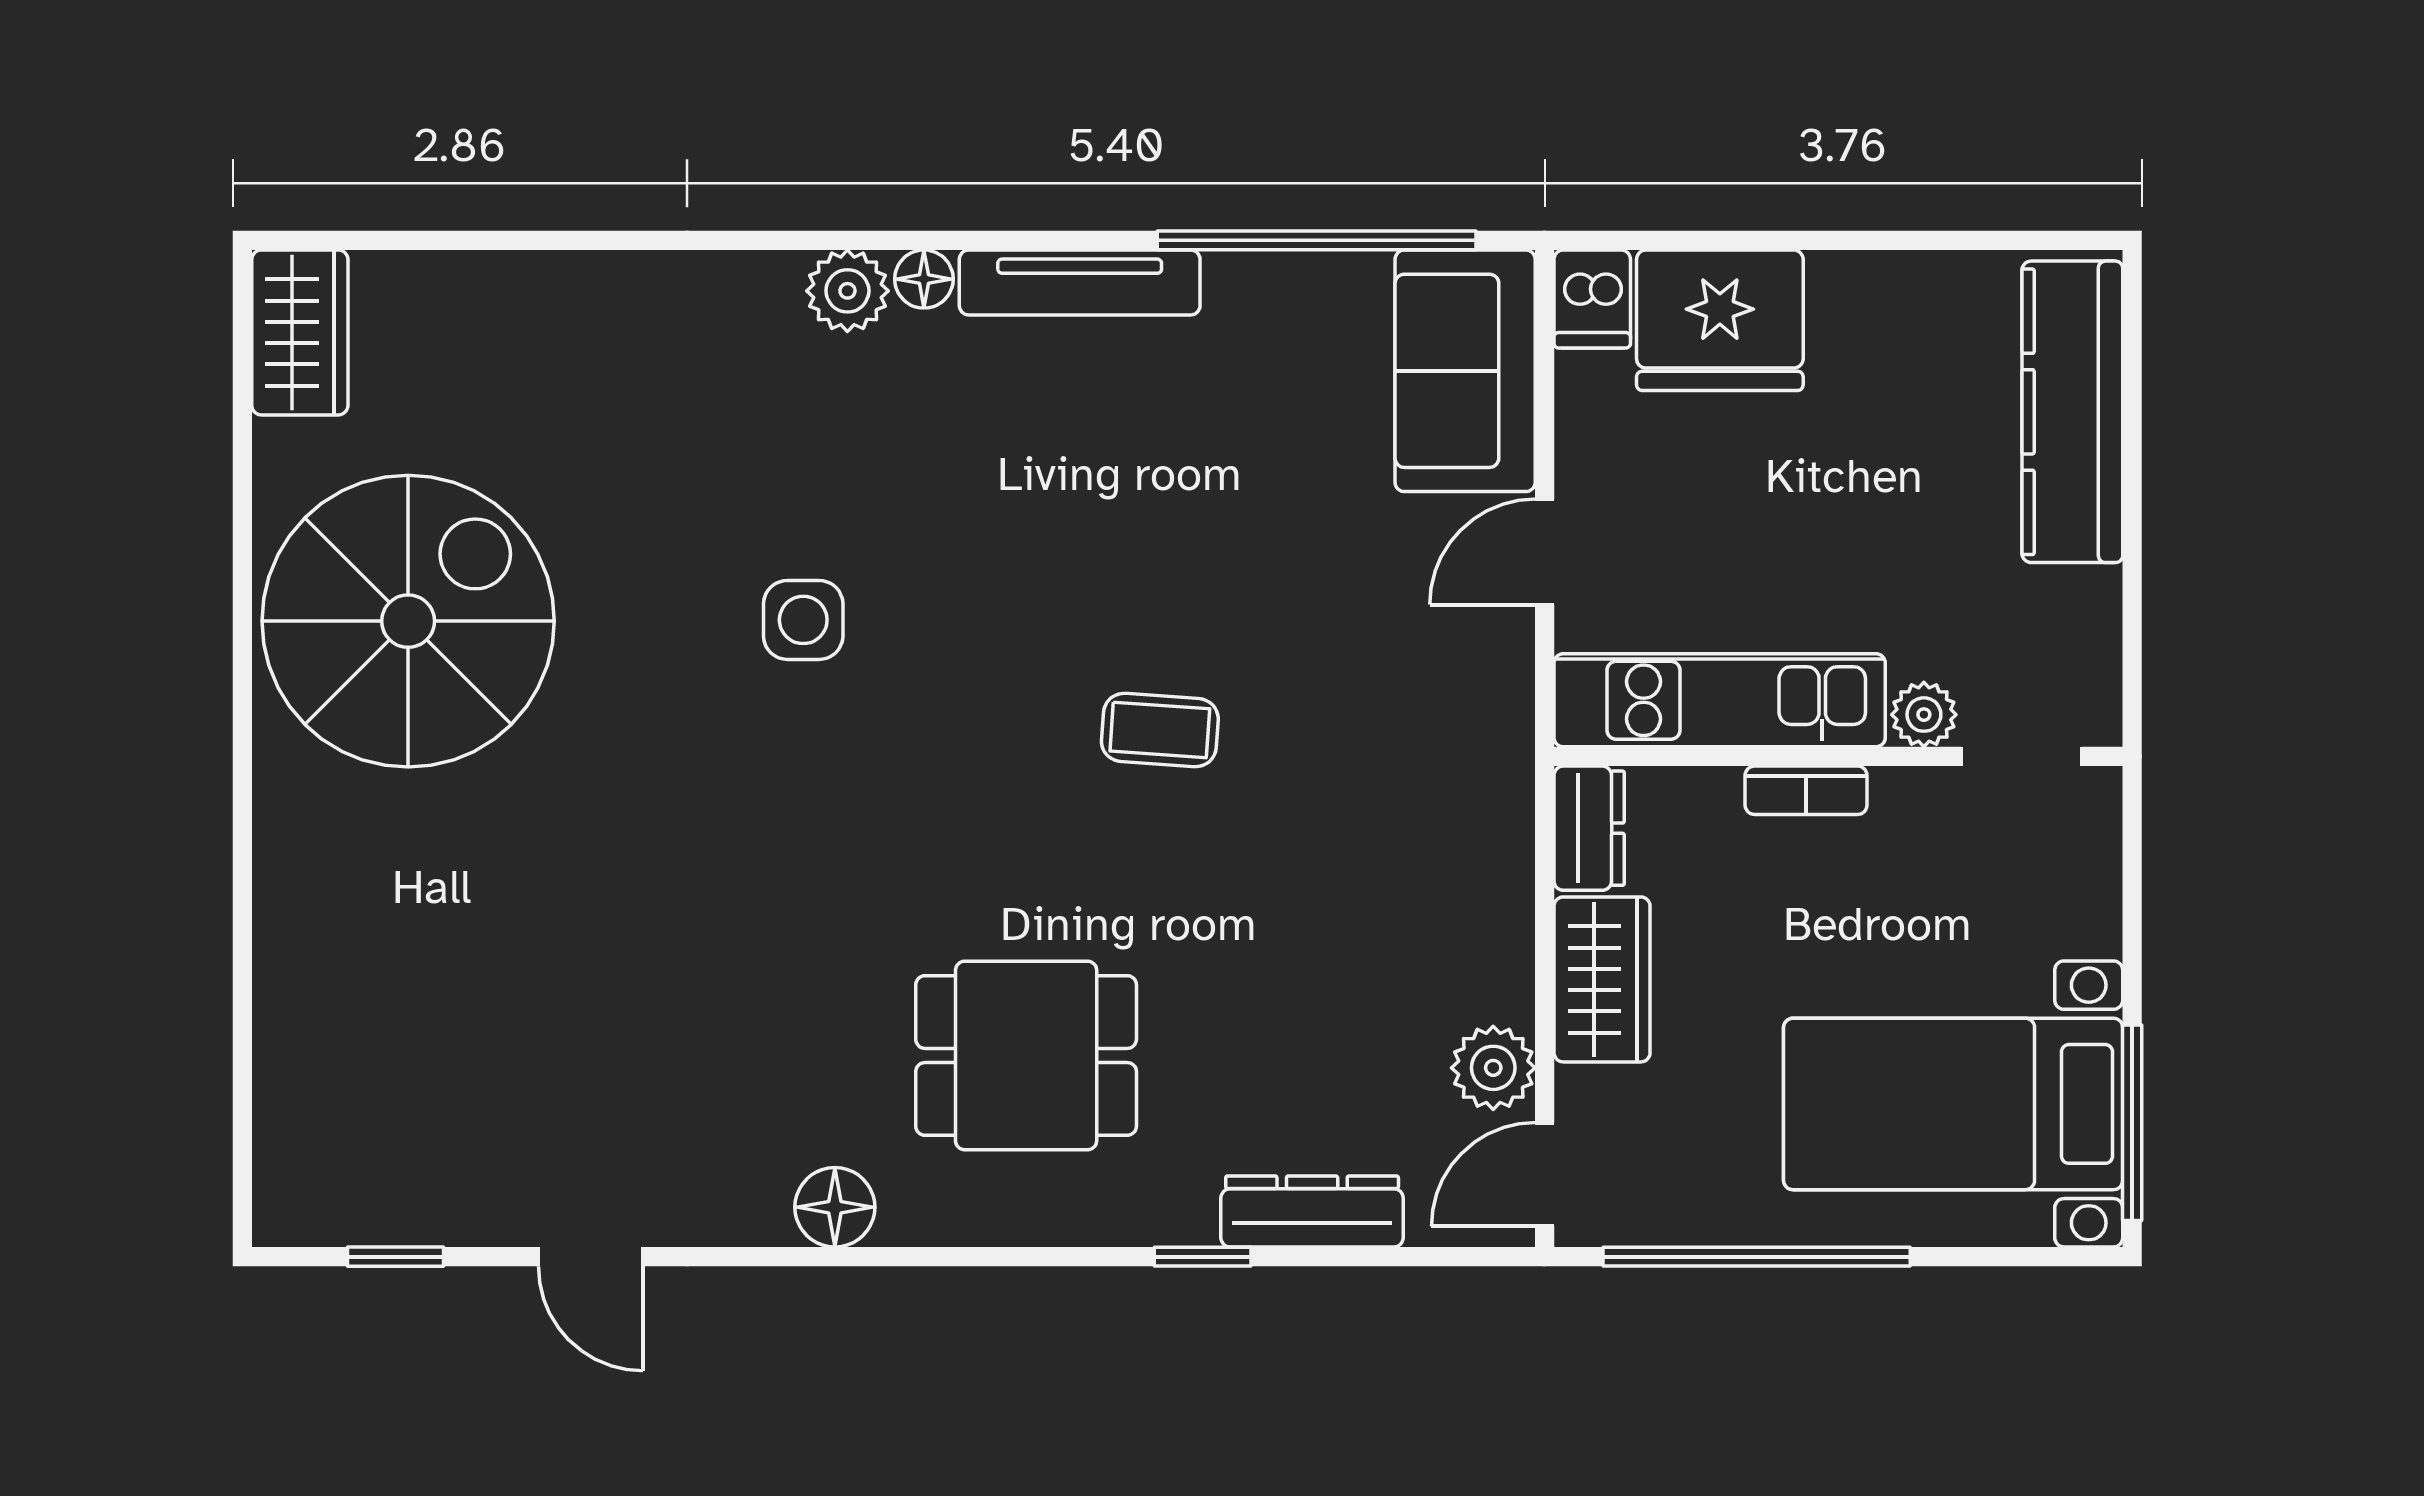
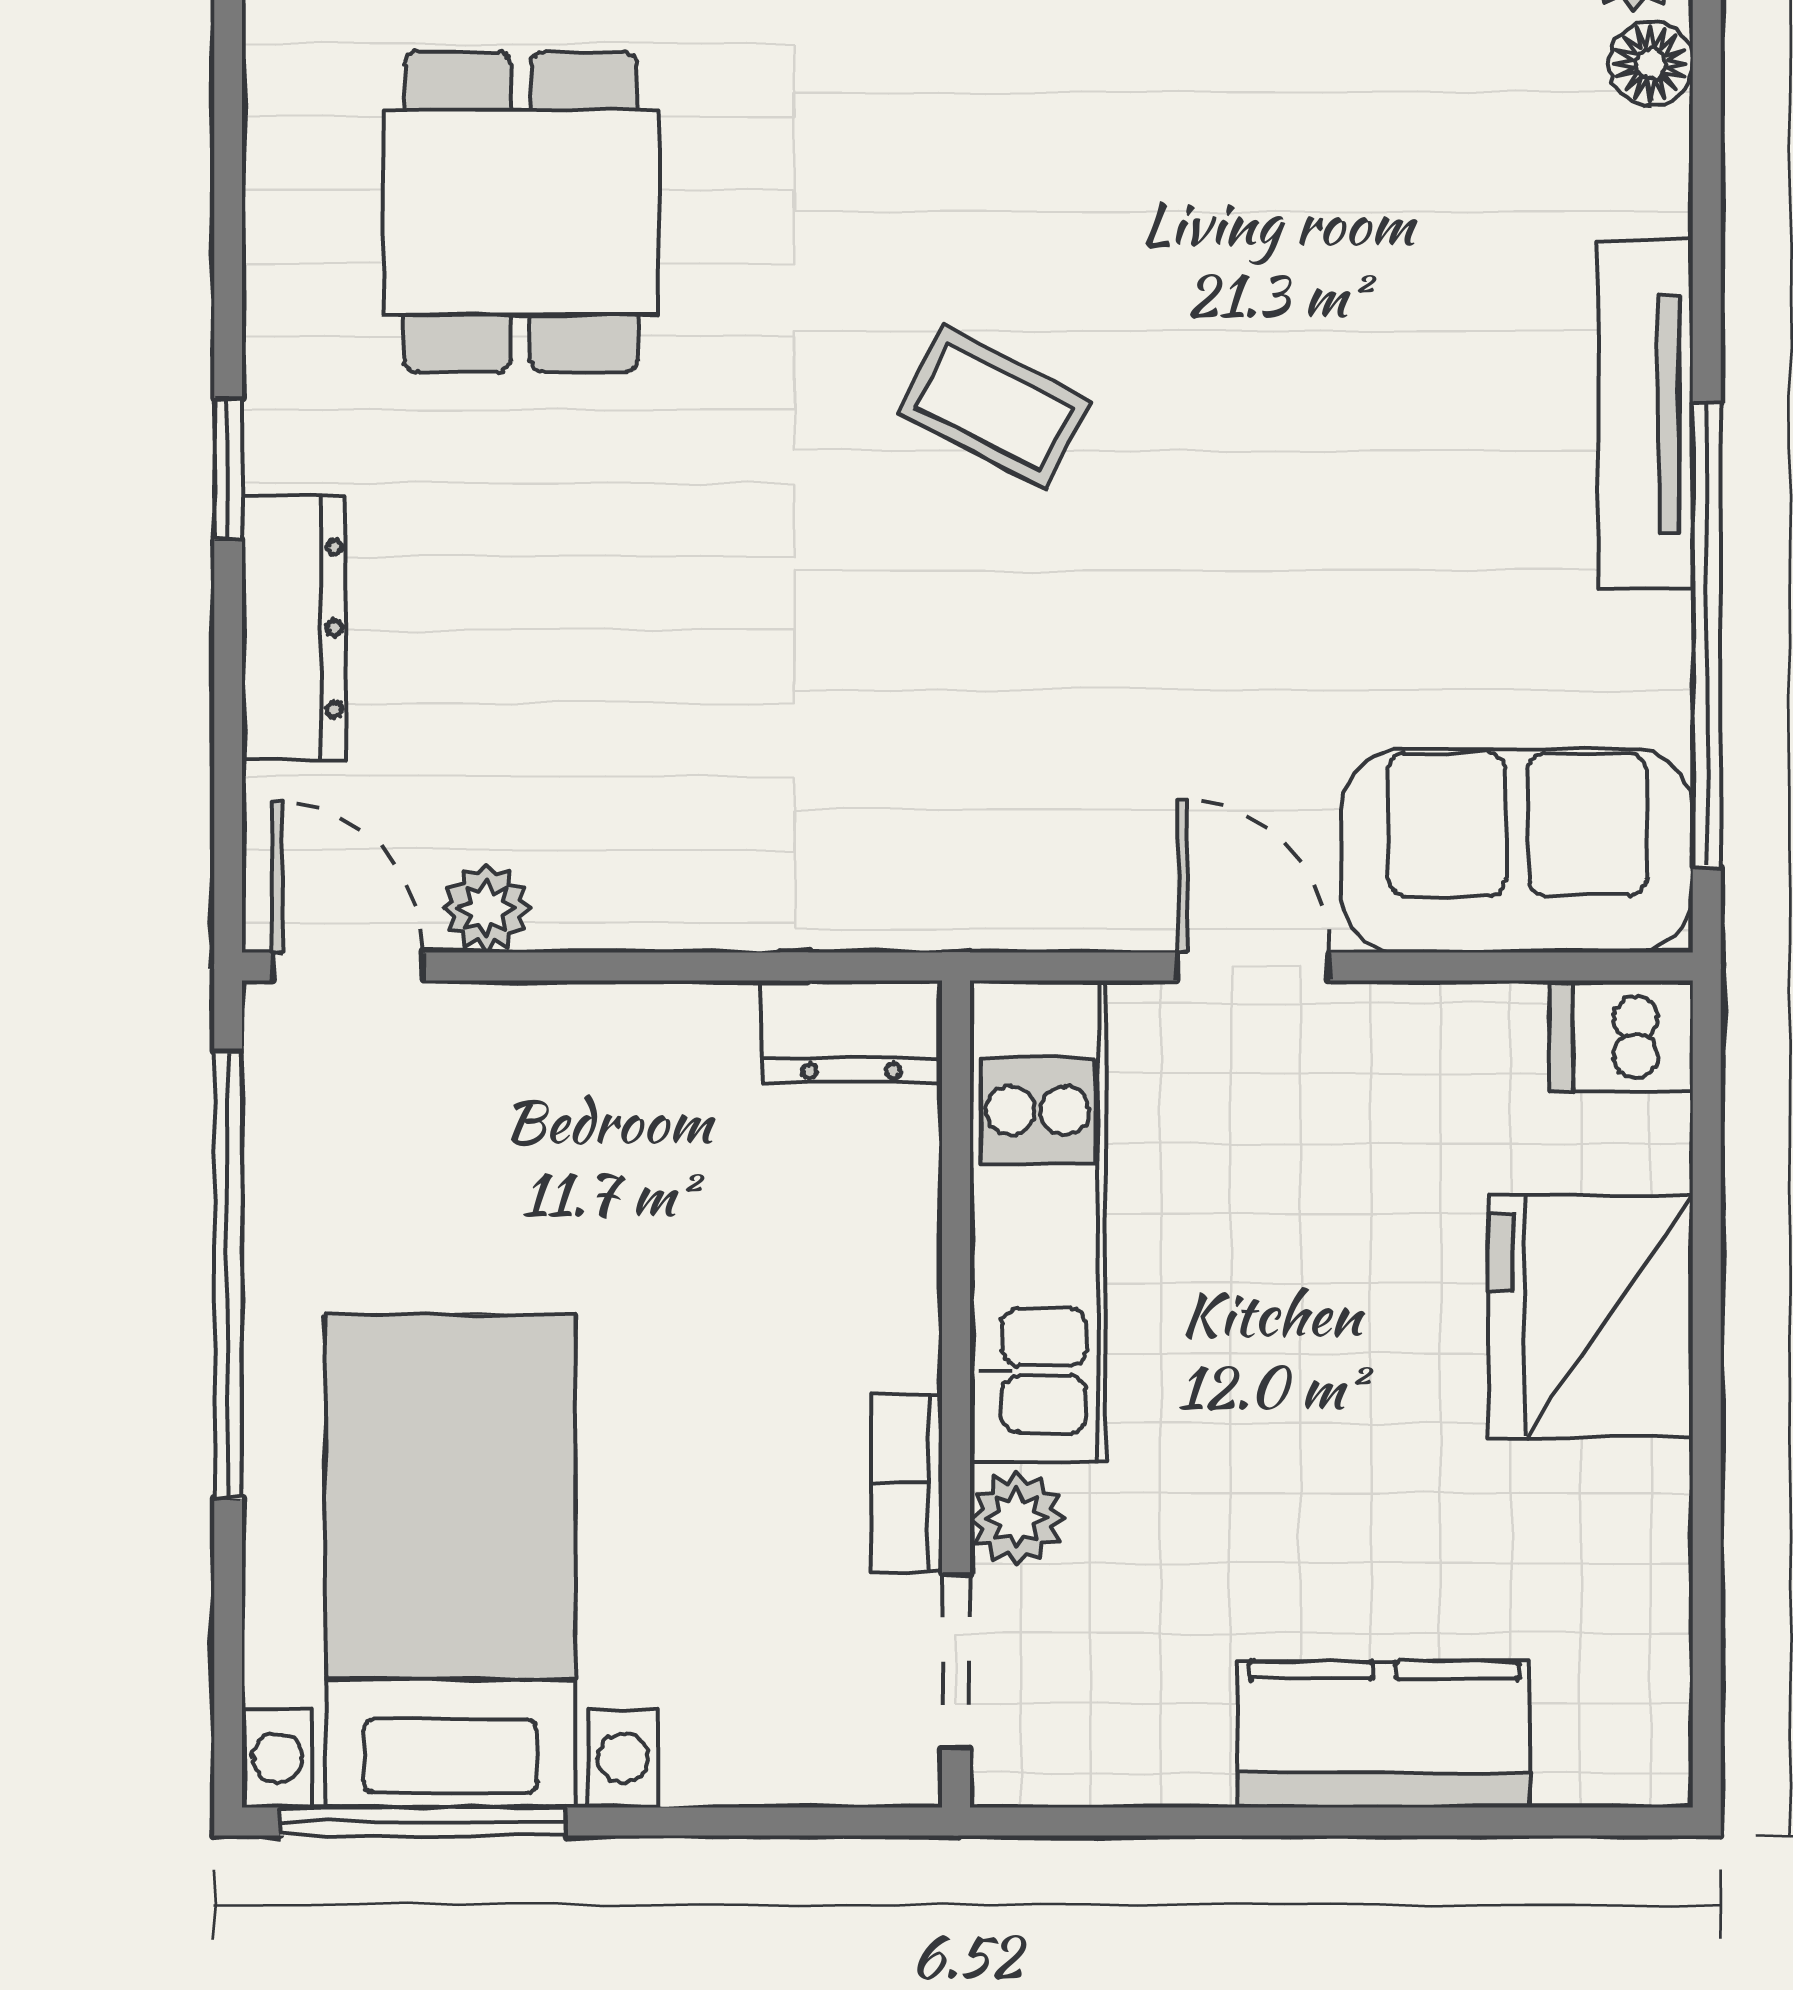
tv unit: (1080, 282) -> (1646, 415), moved
fridge: (1720, 320) -> (1591, 1316), moved
kitchen counter: (2072, 412) -> (1384, 1734), width x0.67
coffee table: (1160, 730) -> (994, 407), turned -67
bookcase: (1806, 790) -> (907, 1483), moved
wardrobe: (1602, 979) -> (631, 1050), removed
plant: (1493, 1068) -> (486, 908), width x0.73, depth x0.73

